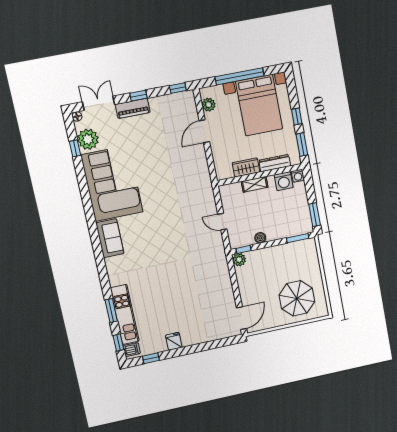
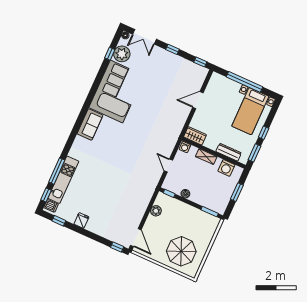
double door: (99, 103) -> (144, 37), swing flipped
plant: (209, 105) -> (212, 86), removed
bed with nightstands: (259, 105) -> (250, 111), width x0.73
piano: (133, 108) -> (163, 55), removed
wardrobe: (246, 167) -> (195, 136), moved
washing machine: (298, 176) -> (185, 147), moved
window: (315, 215) -> (237, 192), moved
plant: (239, 260) -> (156, 211), moved
window: (111, 311) -> (57, 171), width x1.44
door: (241, 318) -> (136, 238), hinge flipped
window: (229, 341) -> (117, 247), added

